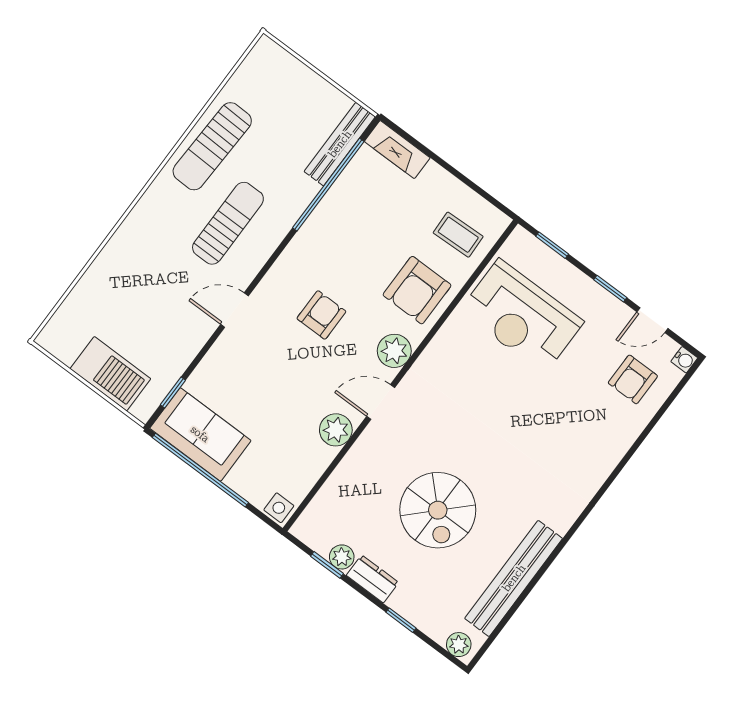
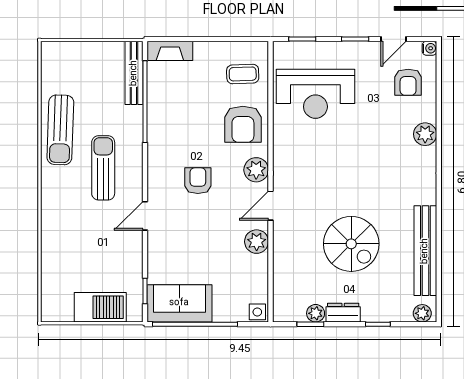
plant: (609, 450) -> (425, 134), added

